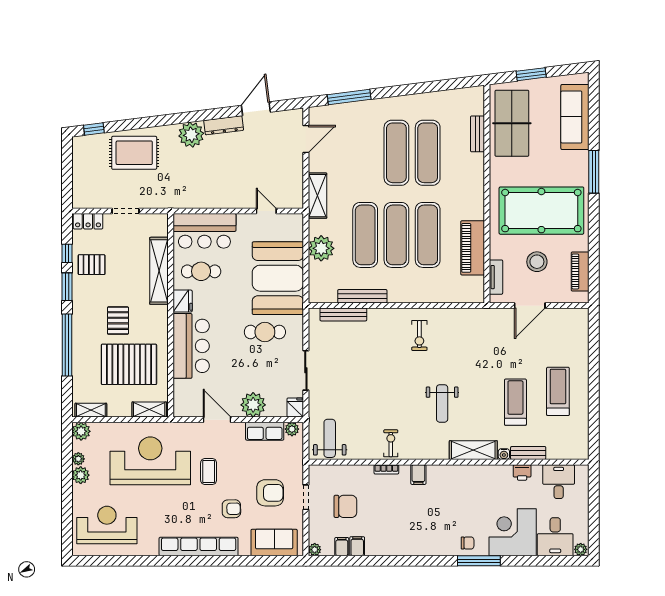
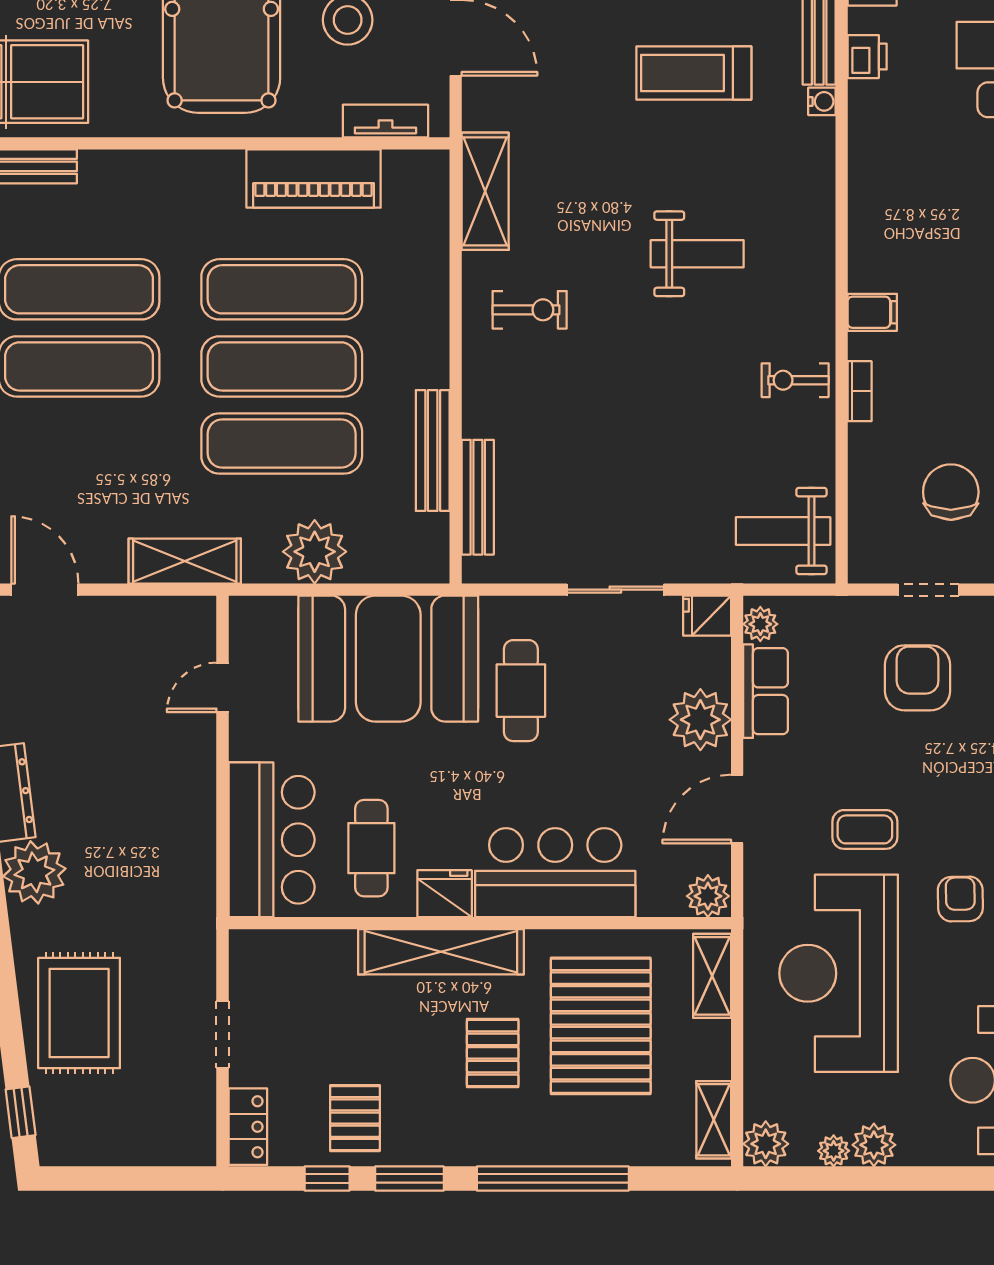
shelving: (159, 271) -> (441, 952), moved
pallet: (118, 321) -> (493, 1053), turned 90
plant: (182, 408) -> (708, 896), added
shelving: (473, 450) -> (485, 191), moved
armchair: (231, 509) -> (960, 899), moved

